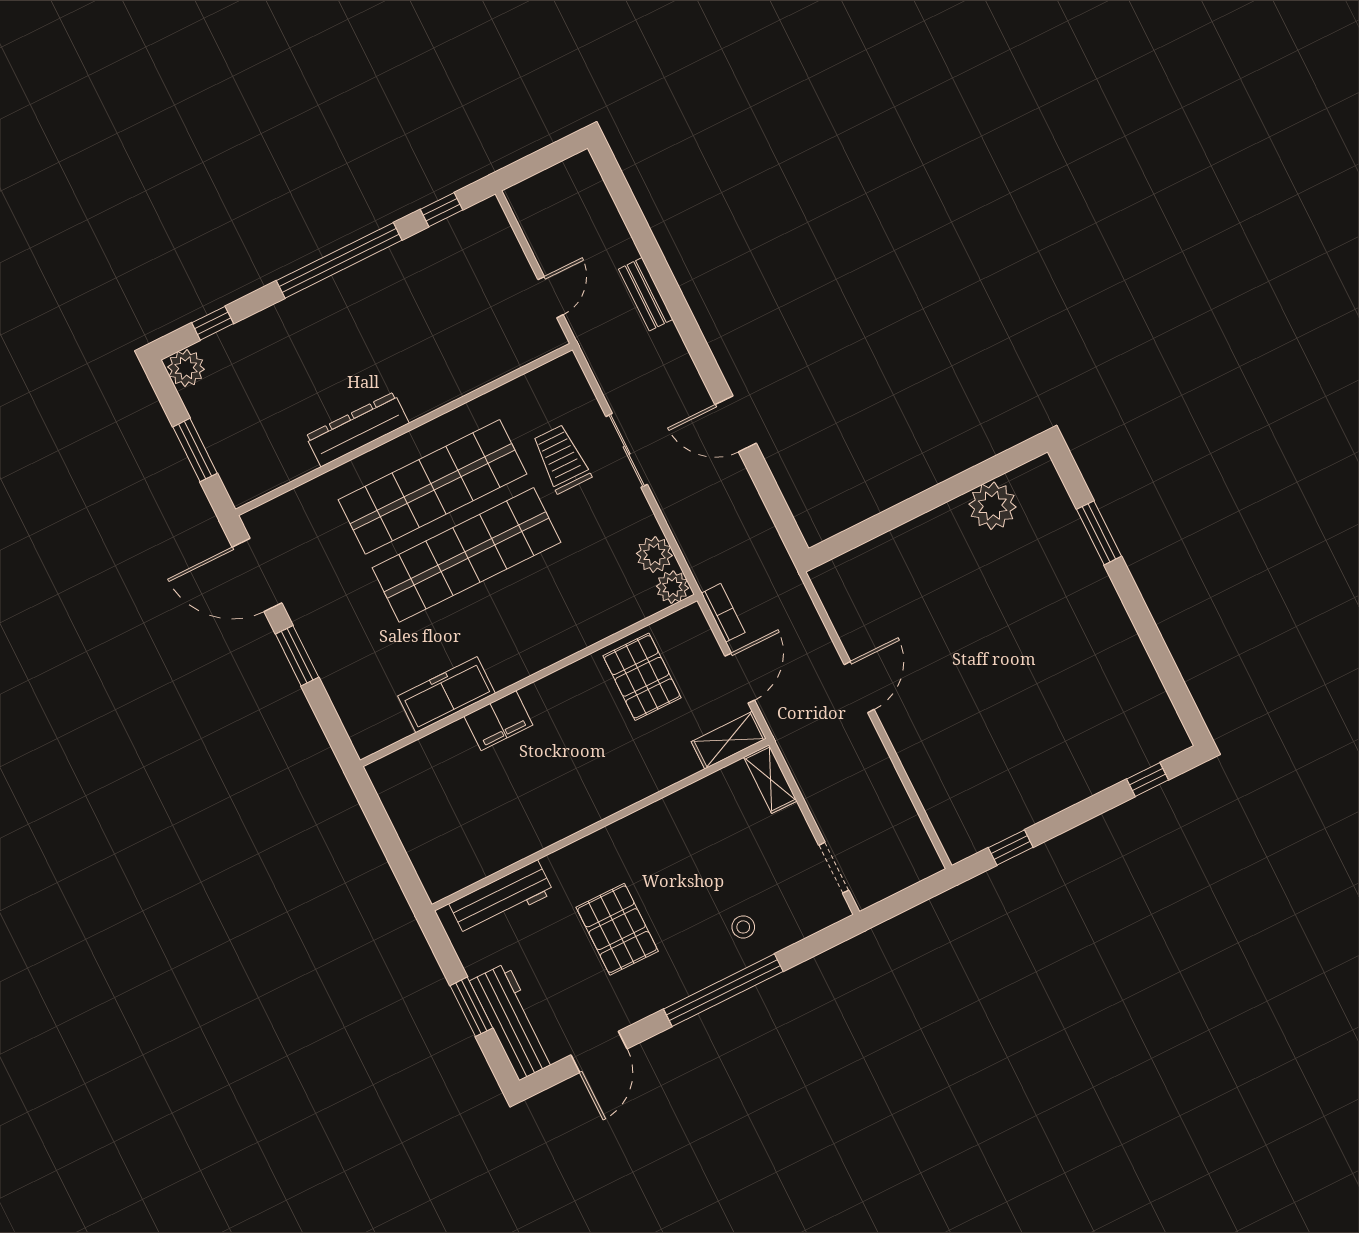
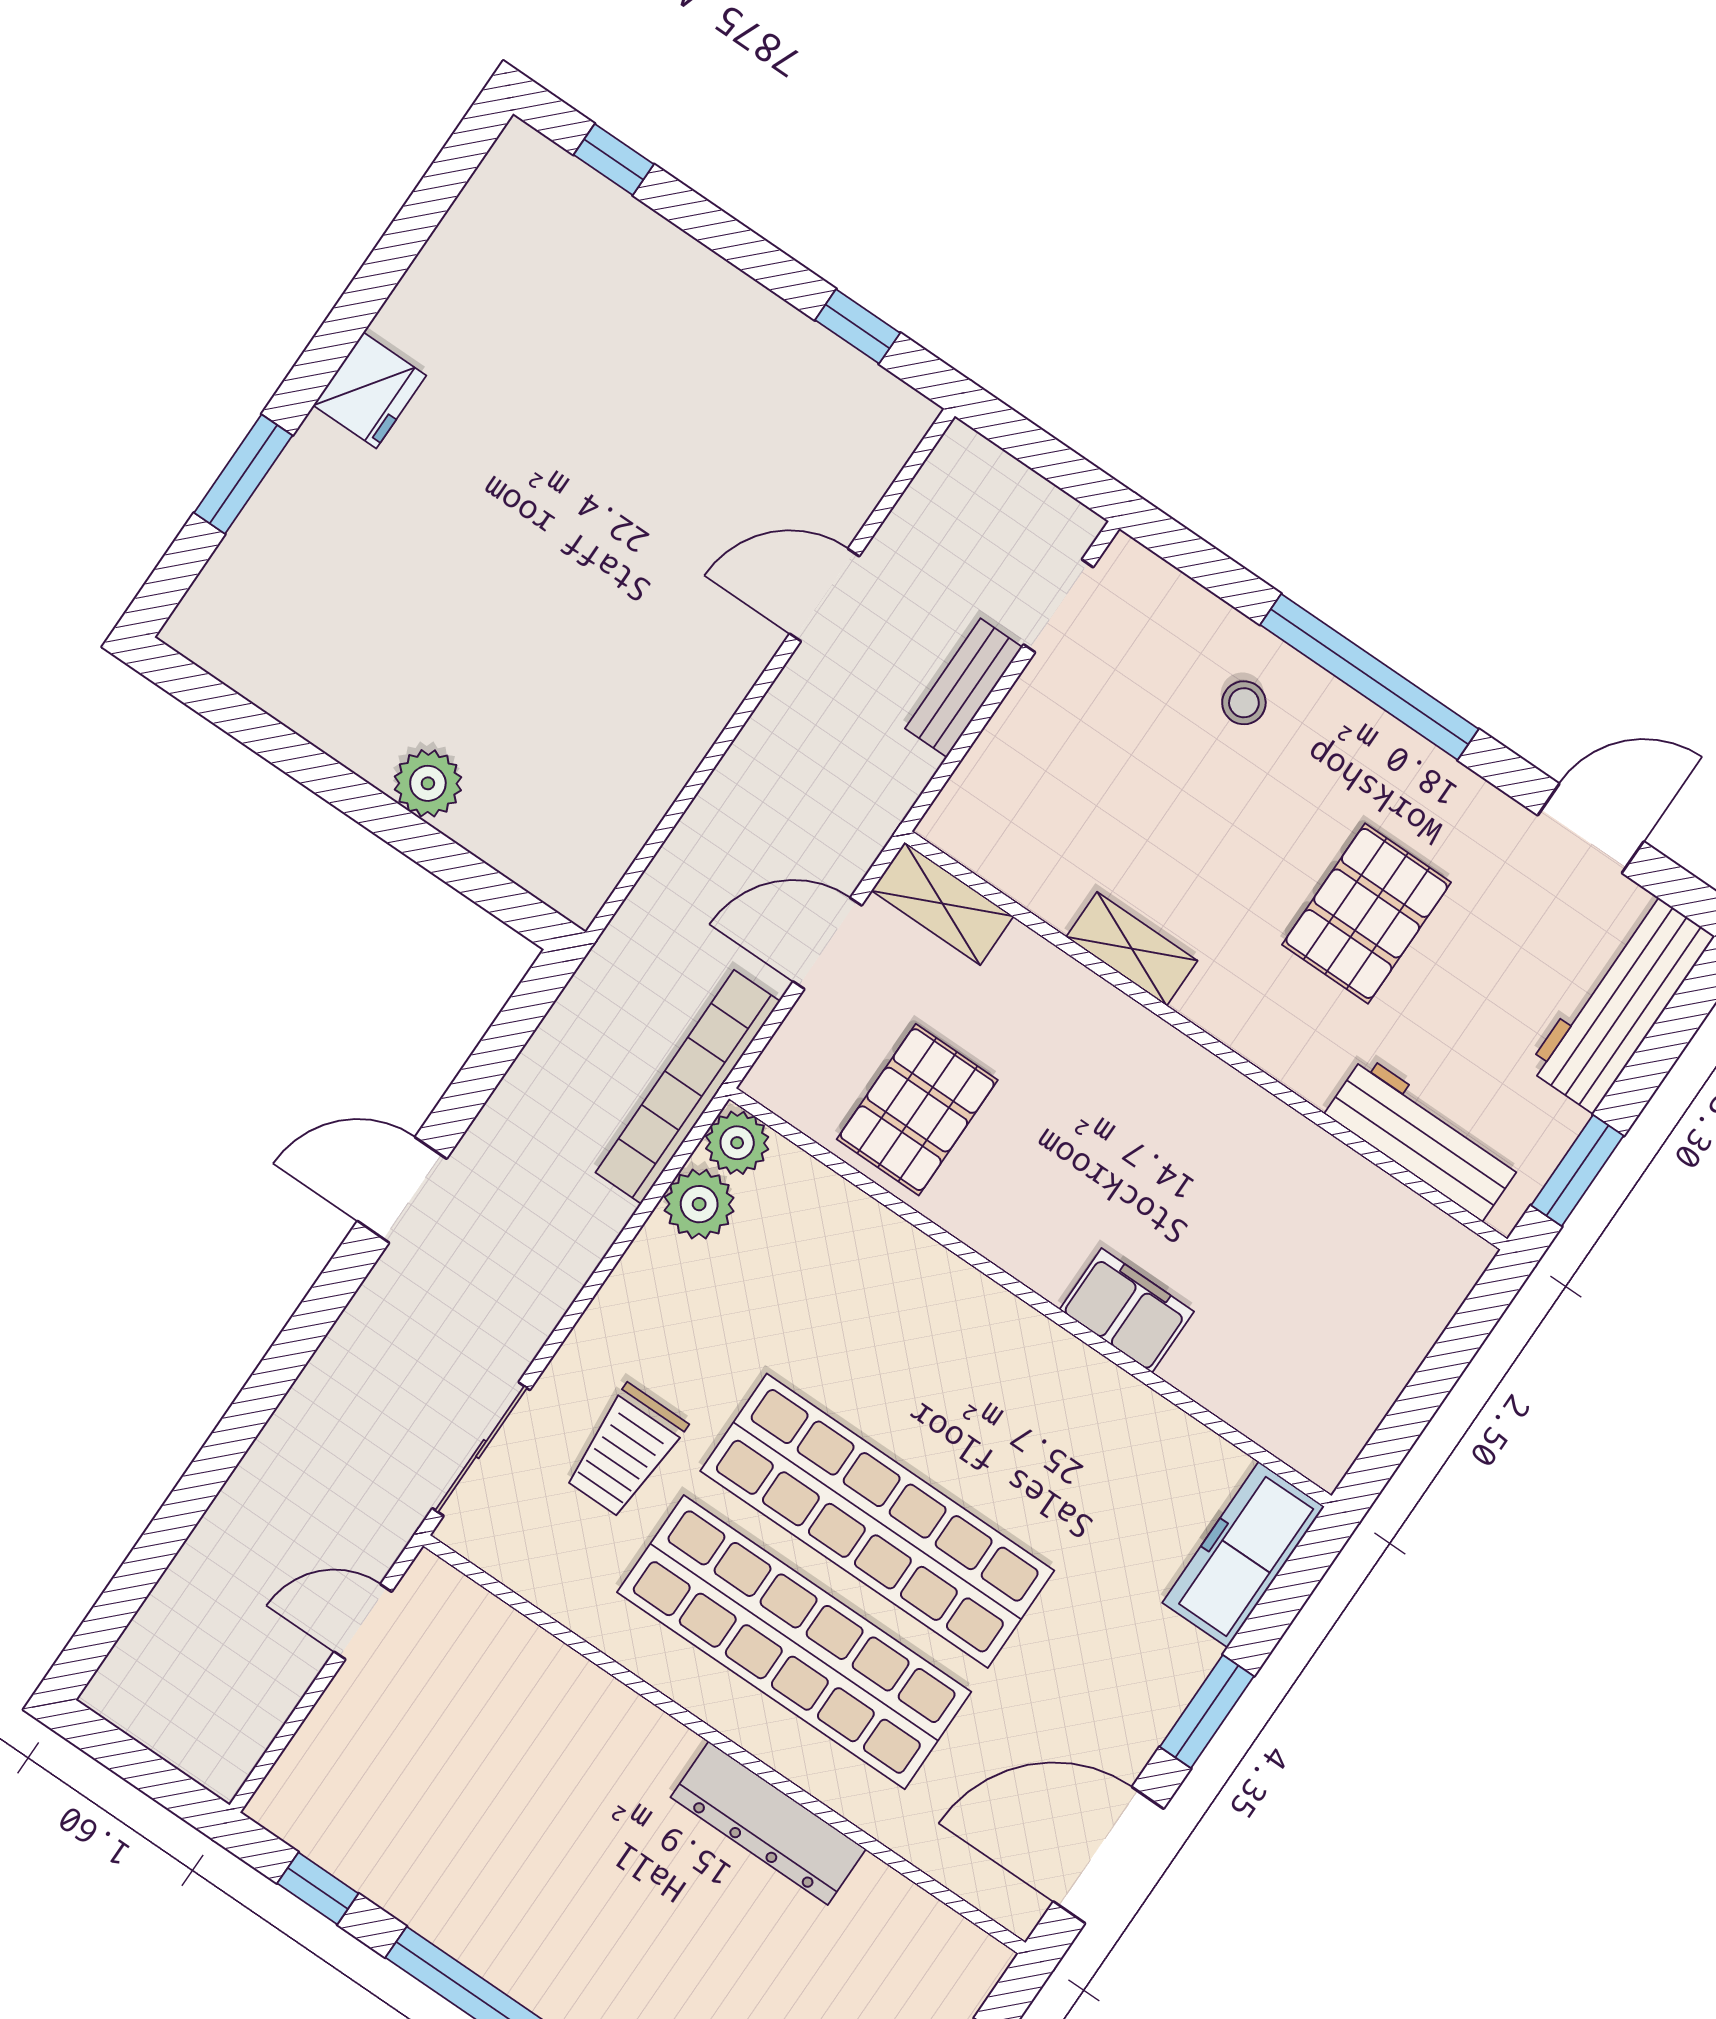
bench: (646, 294) -> (964, 688), moved
door: (736, 424) -> (402, 1190), swing flipped
sliding door: (627, 450) -> (481, 1449), moved
plant: (993, 506) -> (428, 783), moved, width x0.73, depth x0.73
door: (257, 575) -> (1109, 1855), swing flipped
fridge: (1105, 611) -> (370, 390), added
bookcase: (723, 613) -> (688, 1087), width x2.31, depth x1.31
door: (859, 687) -> (824, 595), moved
freezer: (447, 695) -> (1243, 1555), moved, turned 90
shelving: (770, 779) -> (1132, 949), moved, turned 90
window: (471, 1007) -> (1577, 1170), moved

